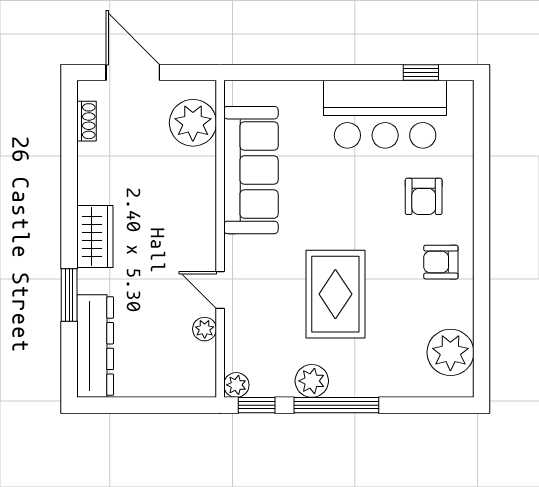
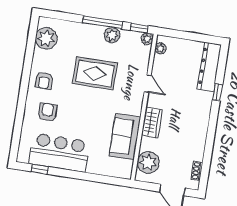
sofa: (251, 170) -> (125, 137), width x0.73
wardrobe: (95, 237) -> (152, 122), moved, turned 180
armchair: (441, 262) -> (44, 81), turned 90
rug: (335, 294) -> (95, 73), turned 90
window: (69, 295) -> (217, 92), width x0.67
plant: (205, 329) -> (161, 48), moved

